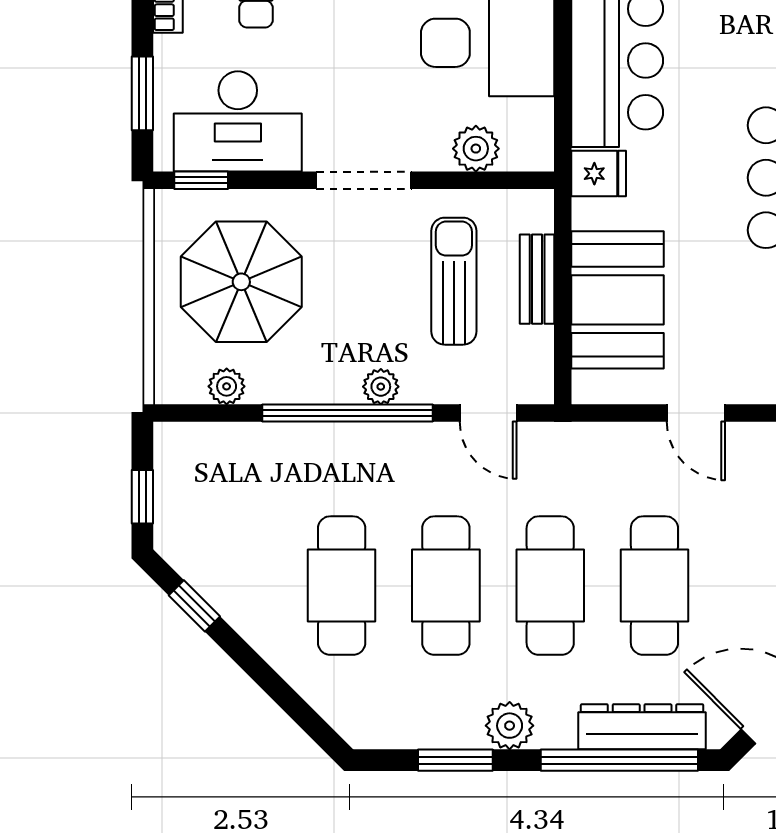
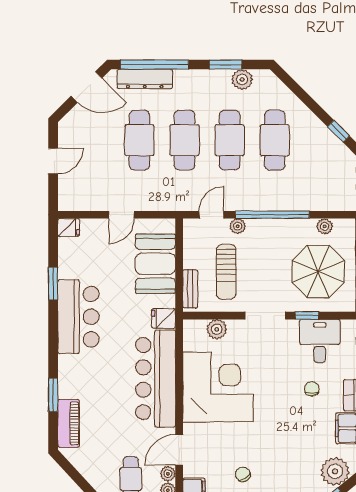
desk: (238, 121) -> (320, 341), width x0.73
window: (201, 180) -> (307, 316), moved
bench: (537, 279) -> (190, 289), moved
plant: (381, 387) -> (238, 226), moved
door: (488, 413) -> (211, 215), hinge flipped
door: (696, 413) -> (121, 215), swing flipped
plant: (510, 726) -> (242, 79), moved

